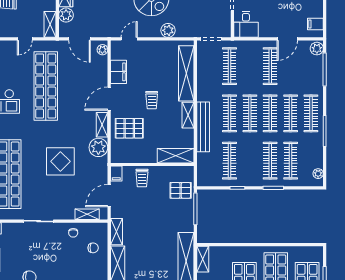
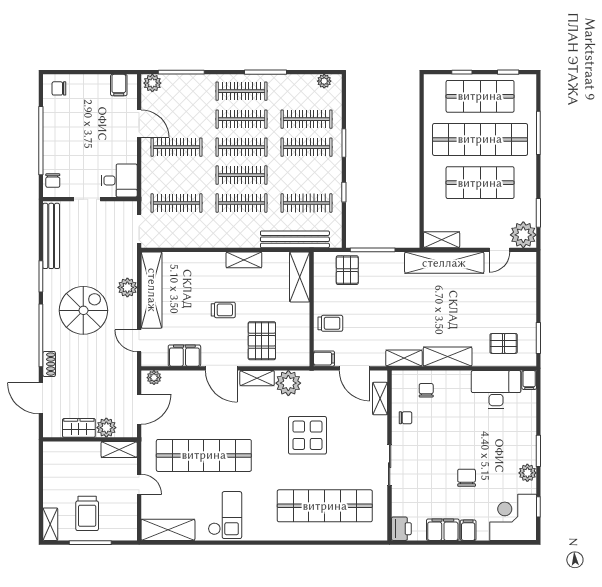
shelving: (186, 73) -> (152, 290), moved, turned 90
bench: (203, 127) -> (295, 239), moved

